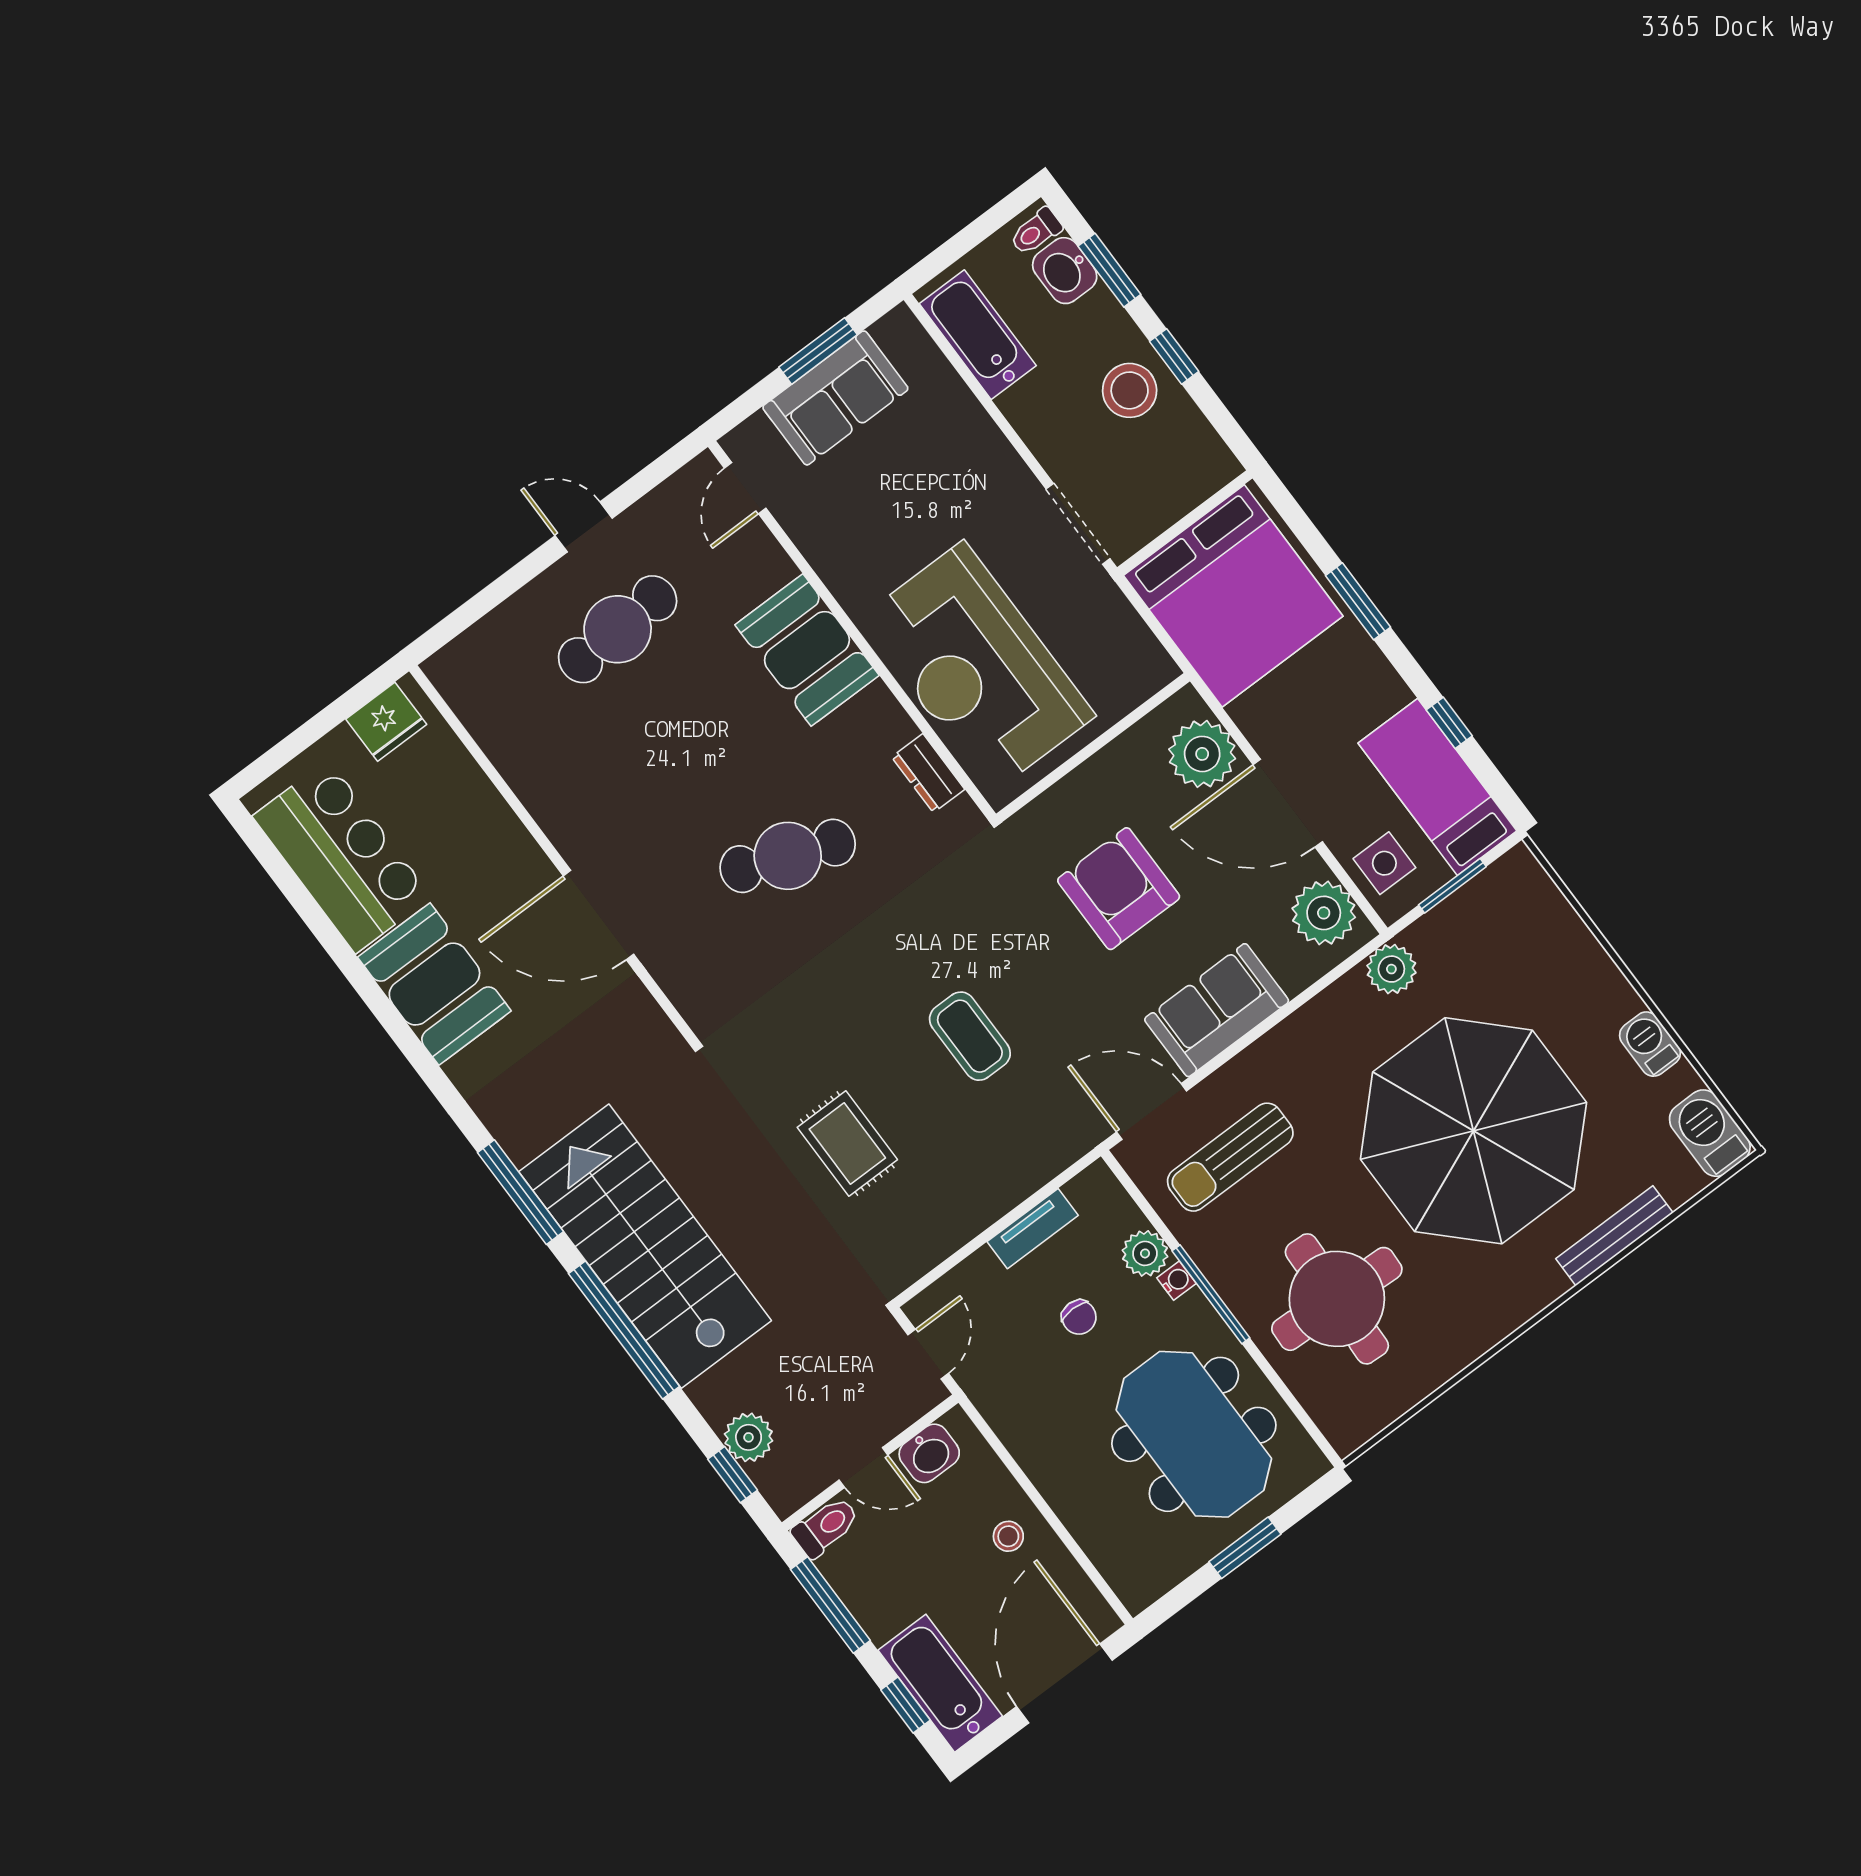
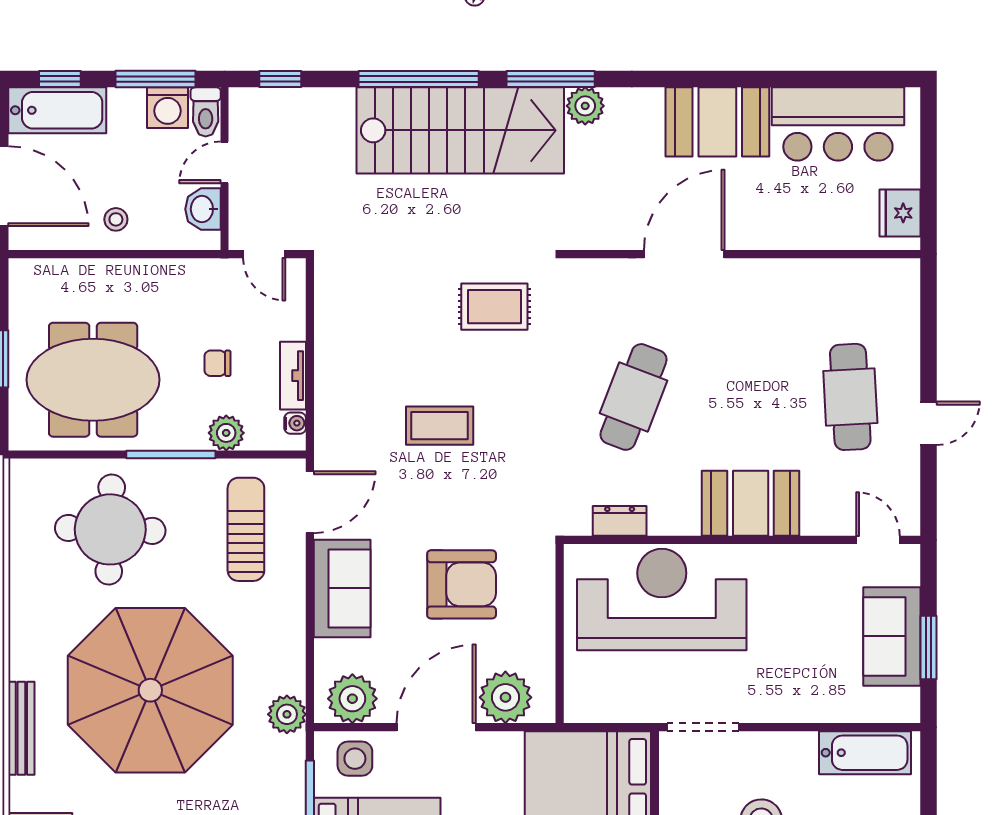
rug: (847, 1144) -> (494, 307), moved
water cooler: (1176, 1281) -> (295, 423), moved, turned -90
plant: (749, 1437) -> (585, 106), moved
washing machine: (851, 1570) -> (168, 108), added

